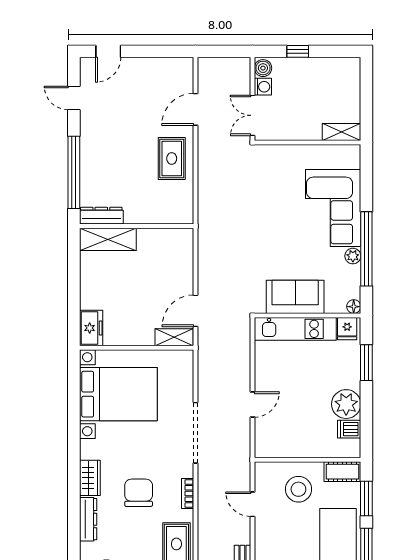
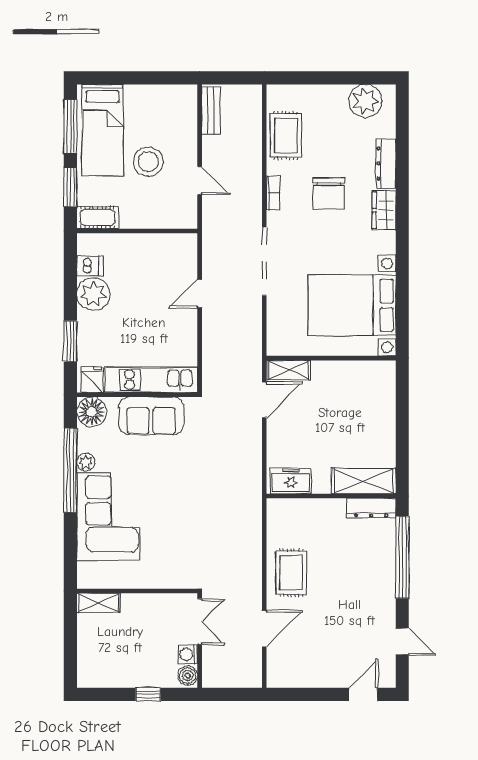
floor lamp: (354, 307) -> (92, 412), width x1.89, depth x1.89
freezer: (91, 328) -> (291, 481), moved, turned 90
stool: (298, 489) -> (148, 162), moved

